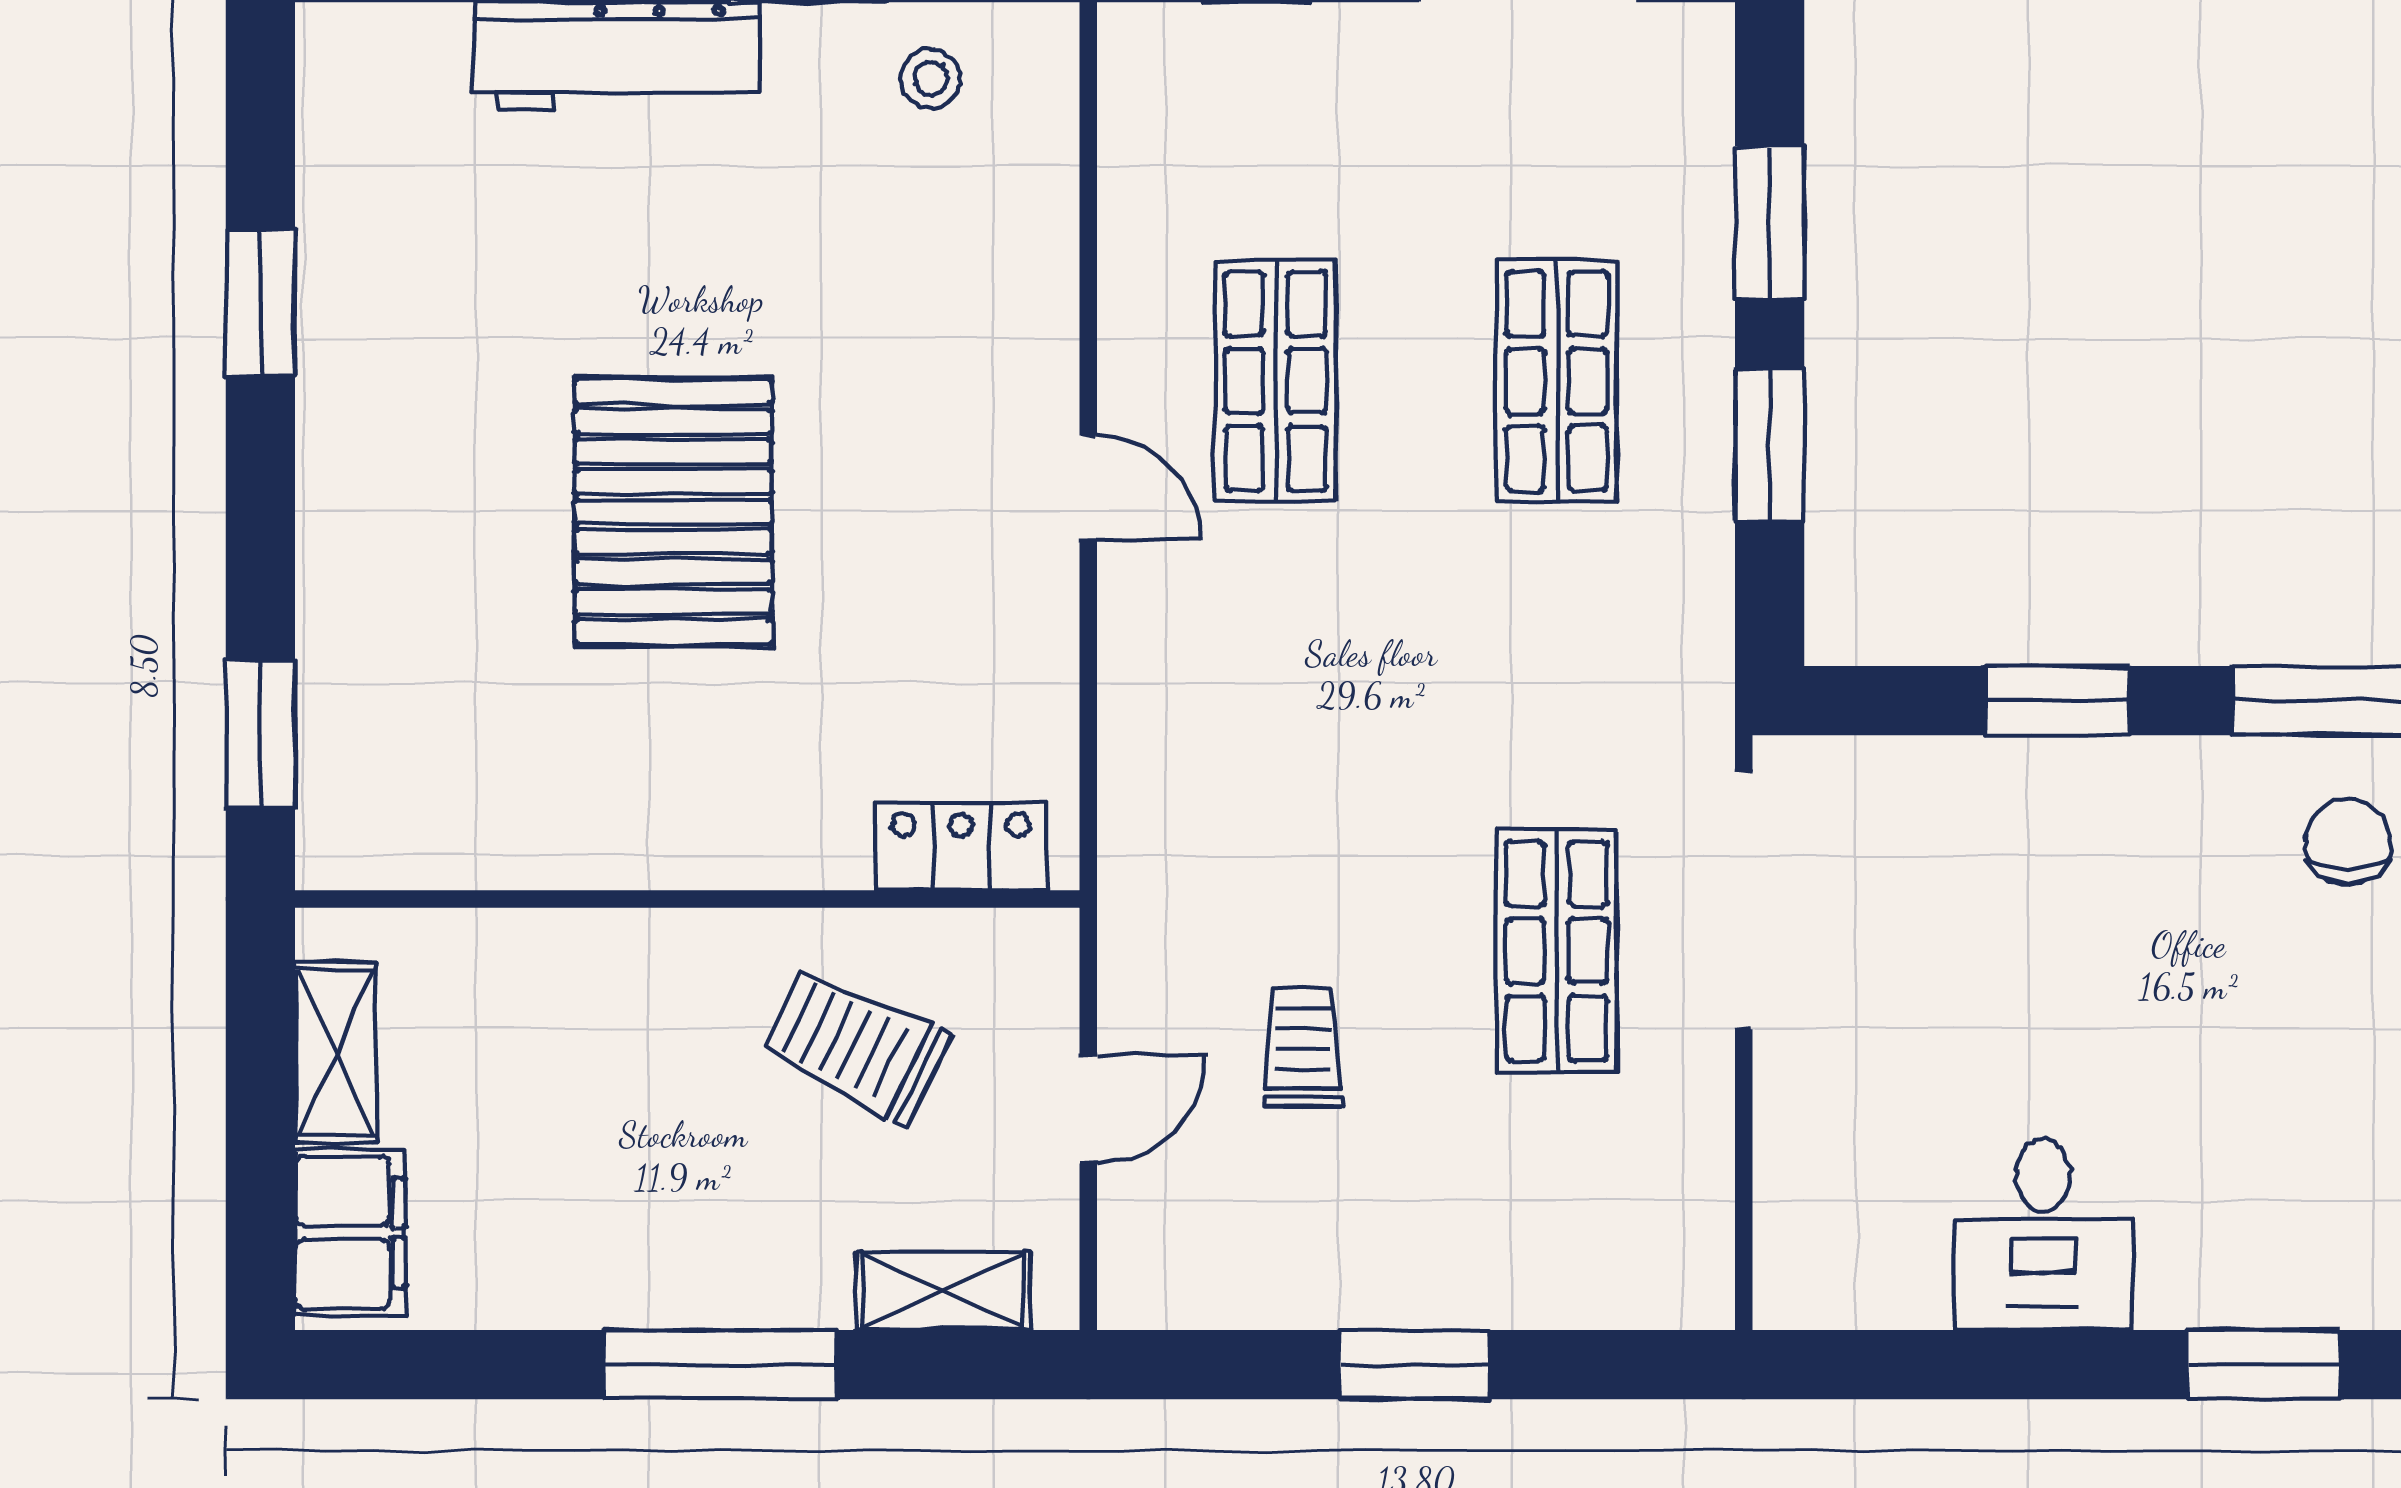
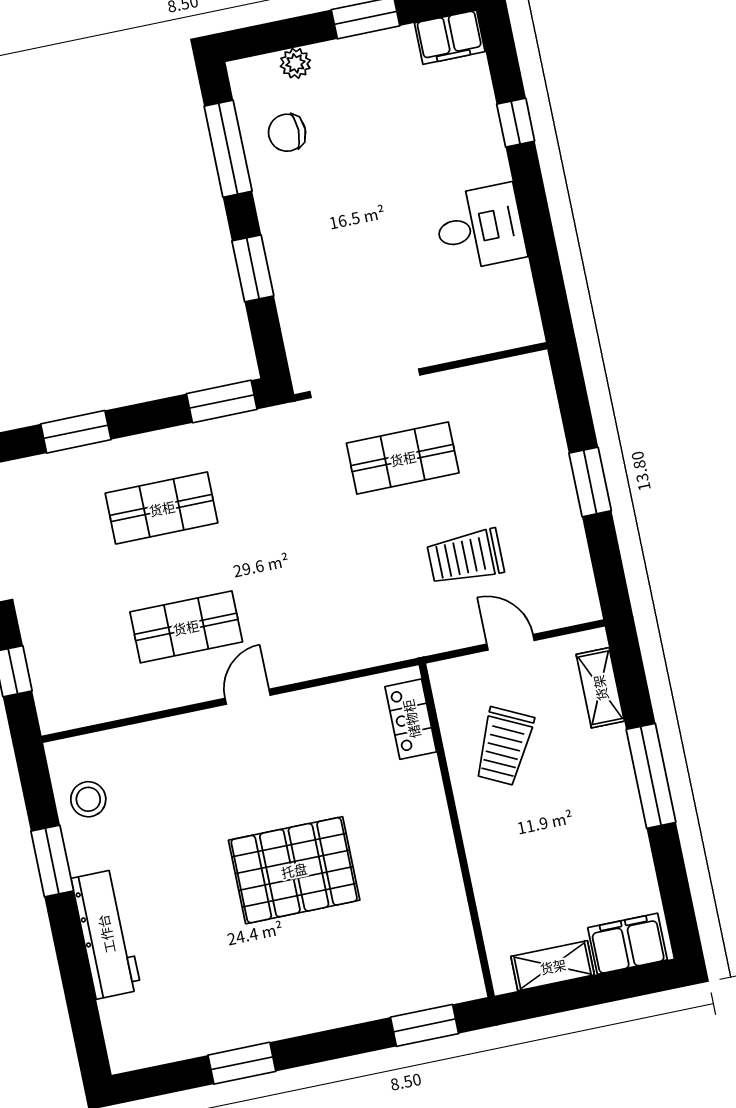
stool: (931, 78) -> (88, 799), width x1.37, depth x1.37
window: (1770, 445) -> (222, 401), moved
trolley: (1303, 1047) -> (466, 557), width x1.36, depth x1.39
window: (2264, 1365) -> (516, 123), width x0.67

